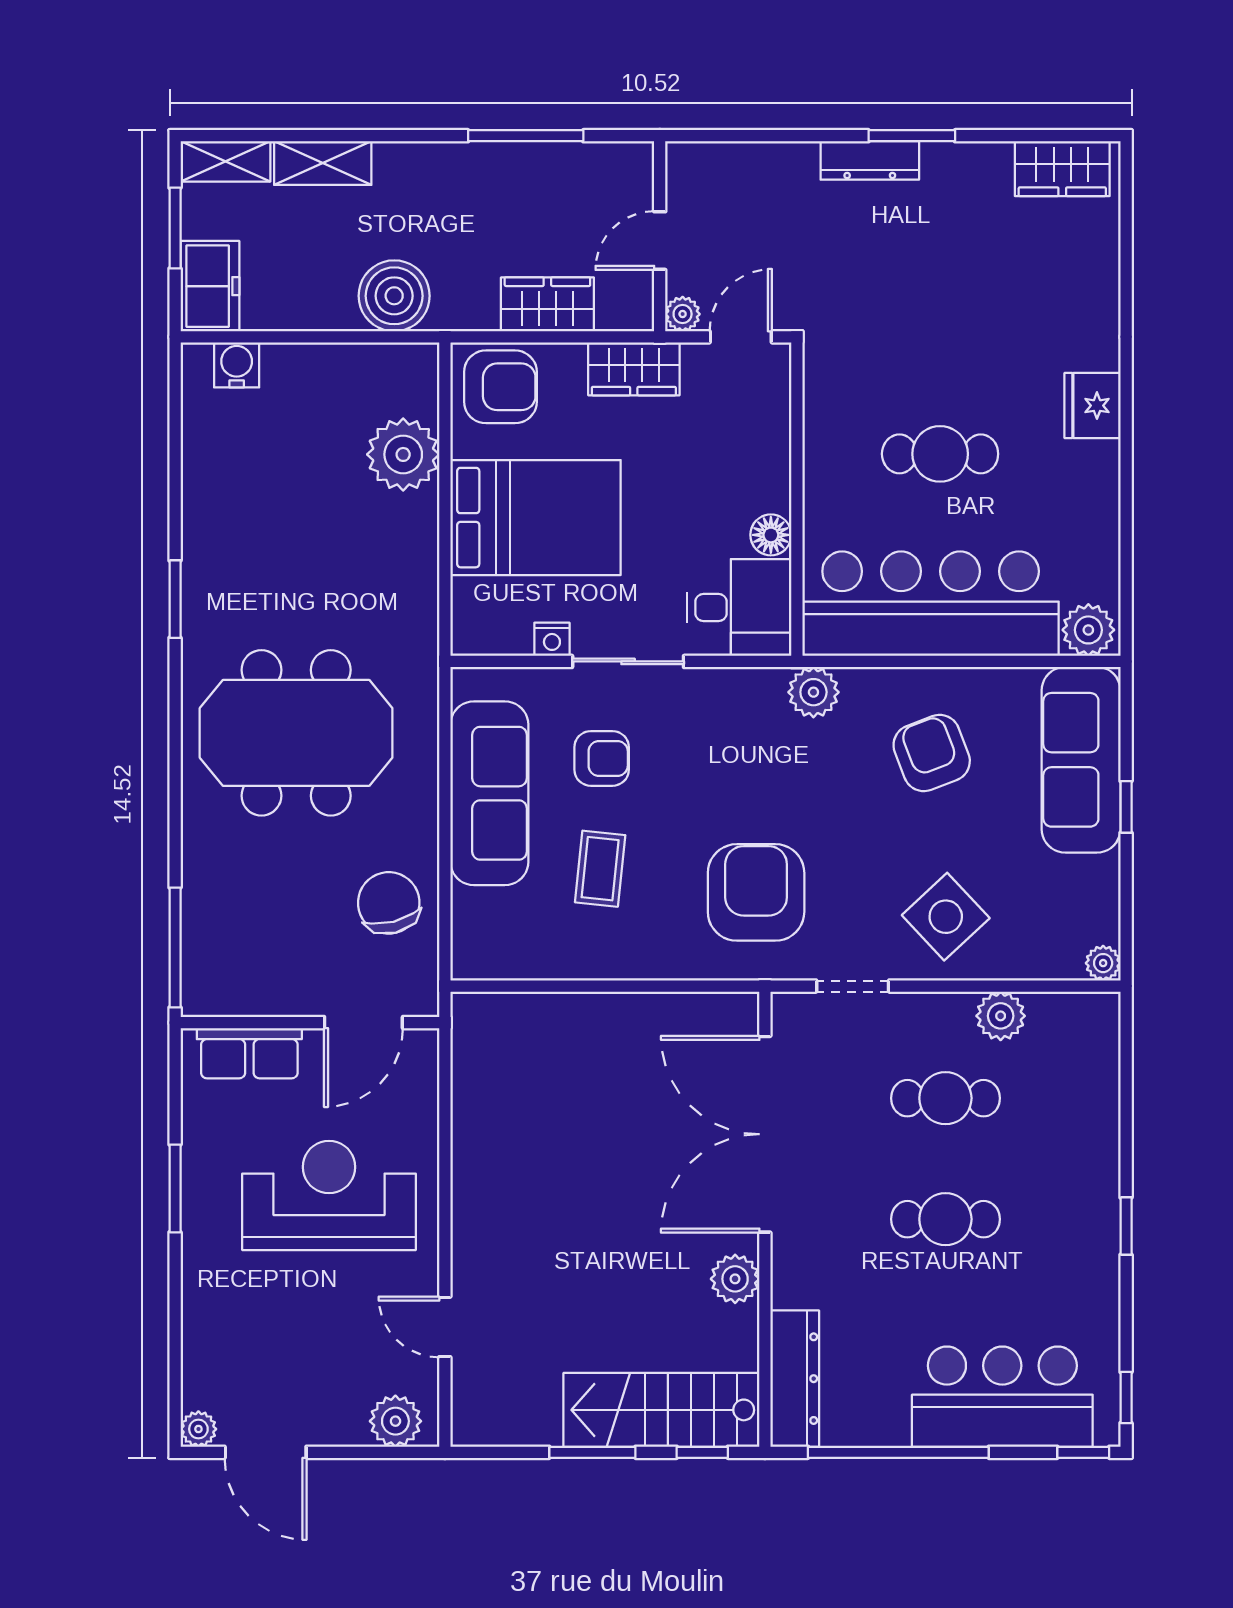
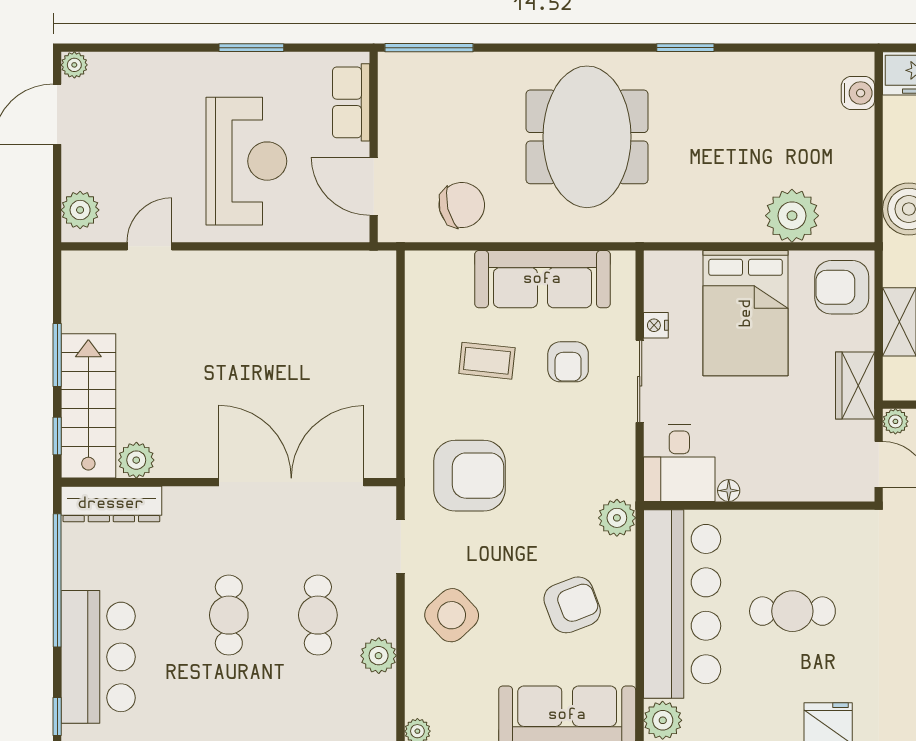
armchair: (500, 387) -> (842, 287), turned 90
cafe table: (940, 454) -> (792, 611), turned 90
floor lamp: (771, 535) -> (729, 491), width x0.73, depth x0.73
plant: (735, 1279) -> (136, 460), moved

